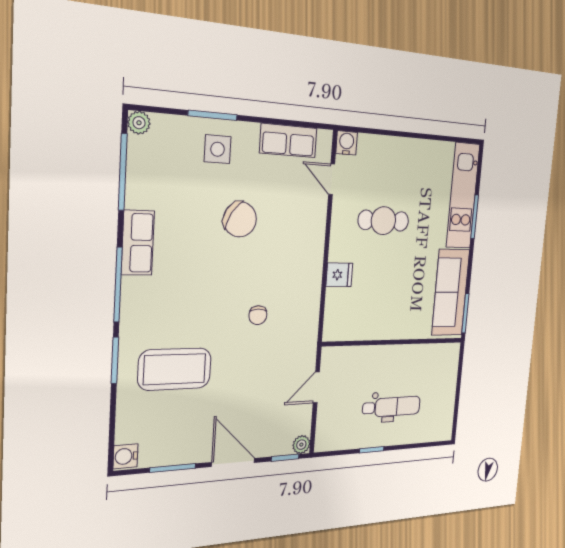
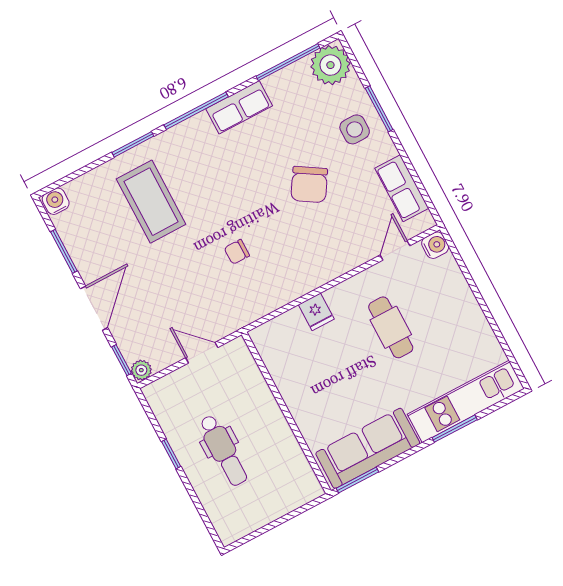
plant: (139, 123) -> (330, 65), width x1.87, depth x1.87

